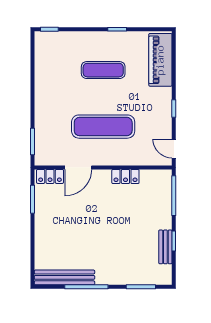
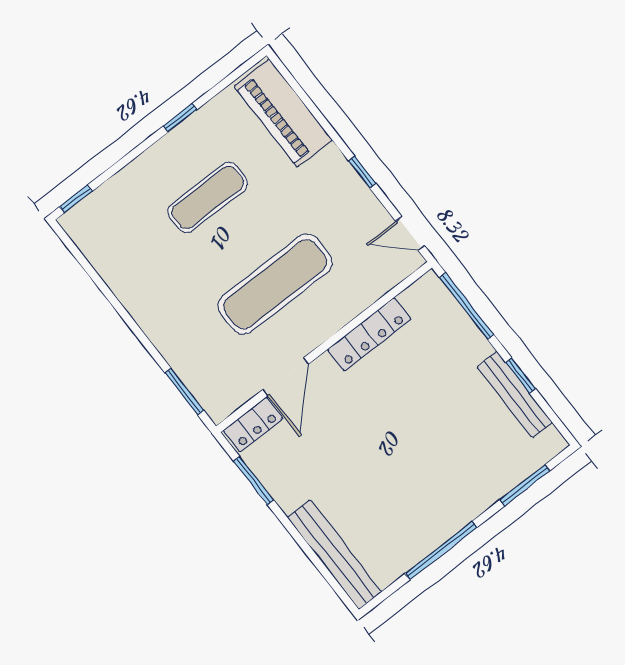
locker: (125, 177) -> (369, 334), width x1.53
bench: (165, 247) -> (515, 395), width x1.36
bench: (64, 277) -> (334, 555), moved, turned 90

